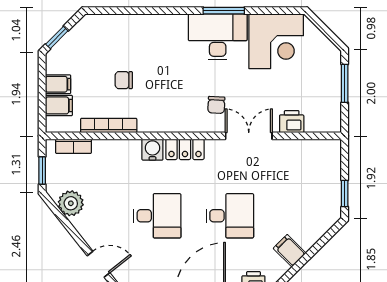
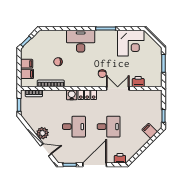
desk: (218, 37) -> (81, 41), moved
plant: (71, 203) -> (43, 133), moved
filing cabinet: (290, 251) -> (150, 131), moved

